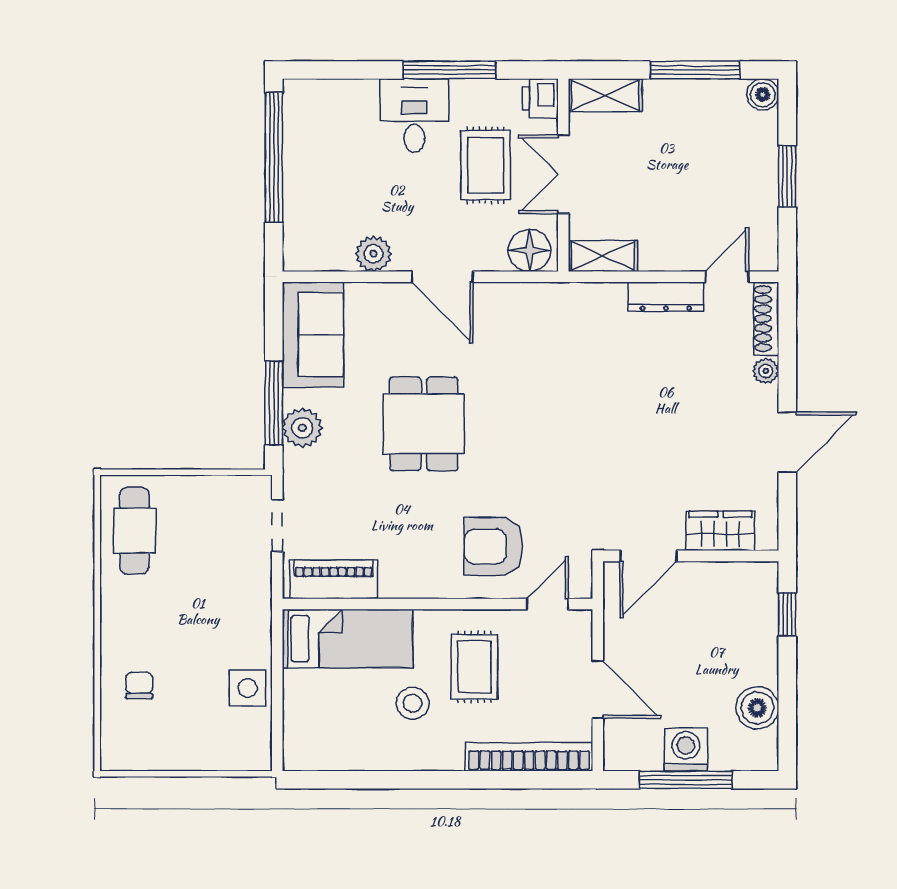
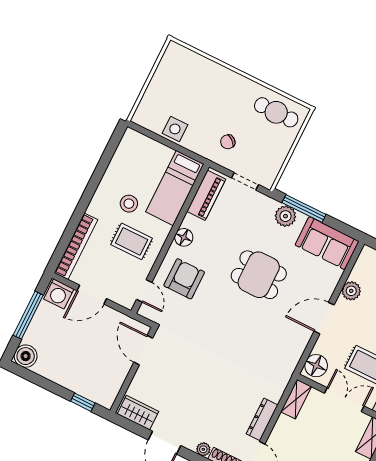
wardrobe: (720, 531) -> (138, 413), moved, turned -90
floor lamp: (424, 582) -> (184, 237), added
chair: (139, 685) -> (228, 142), moved, turned 129
boiler: (757, 708) -> (26, 356), moved
washing machine: (686, 750) -> (59, 294), moved, turned 90

